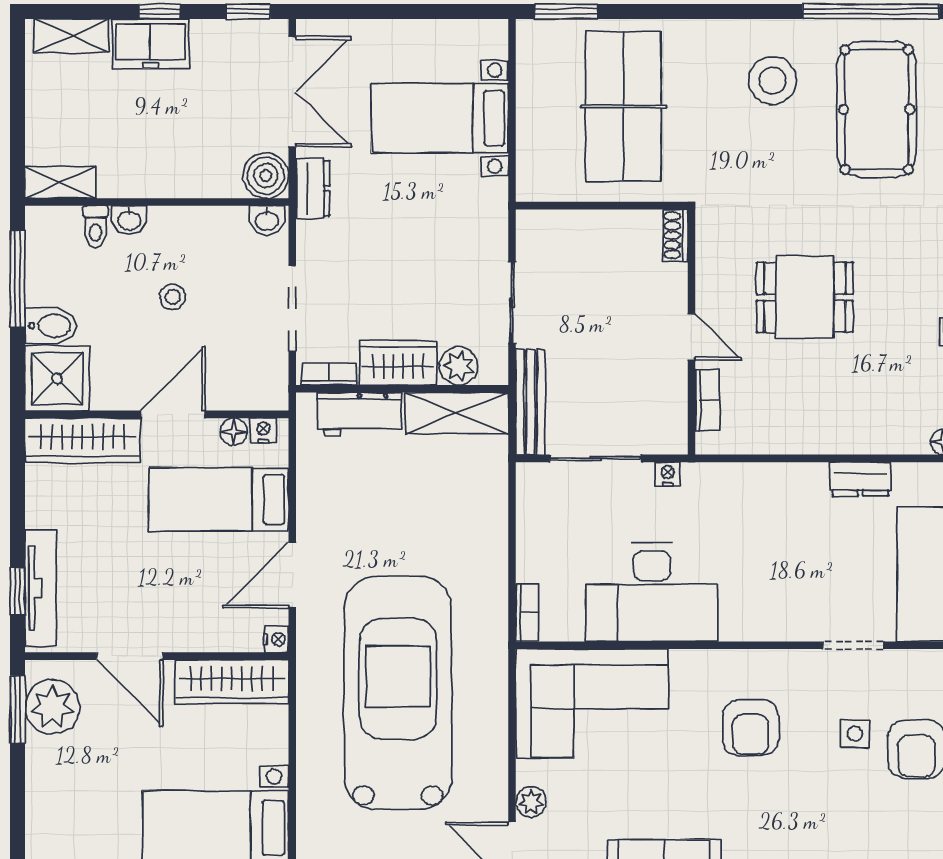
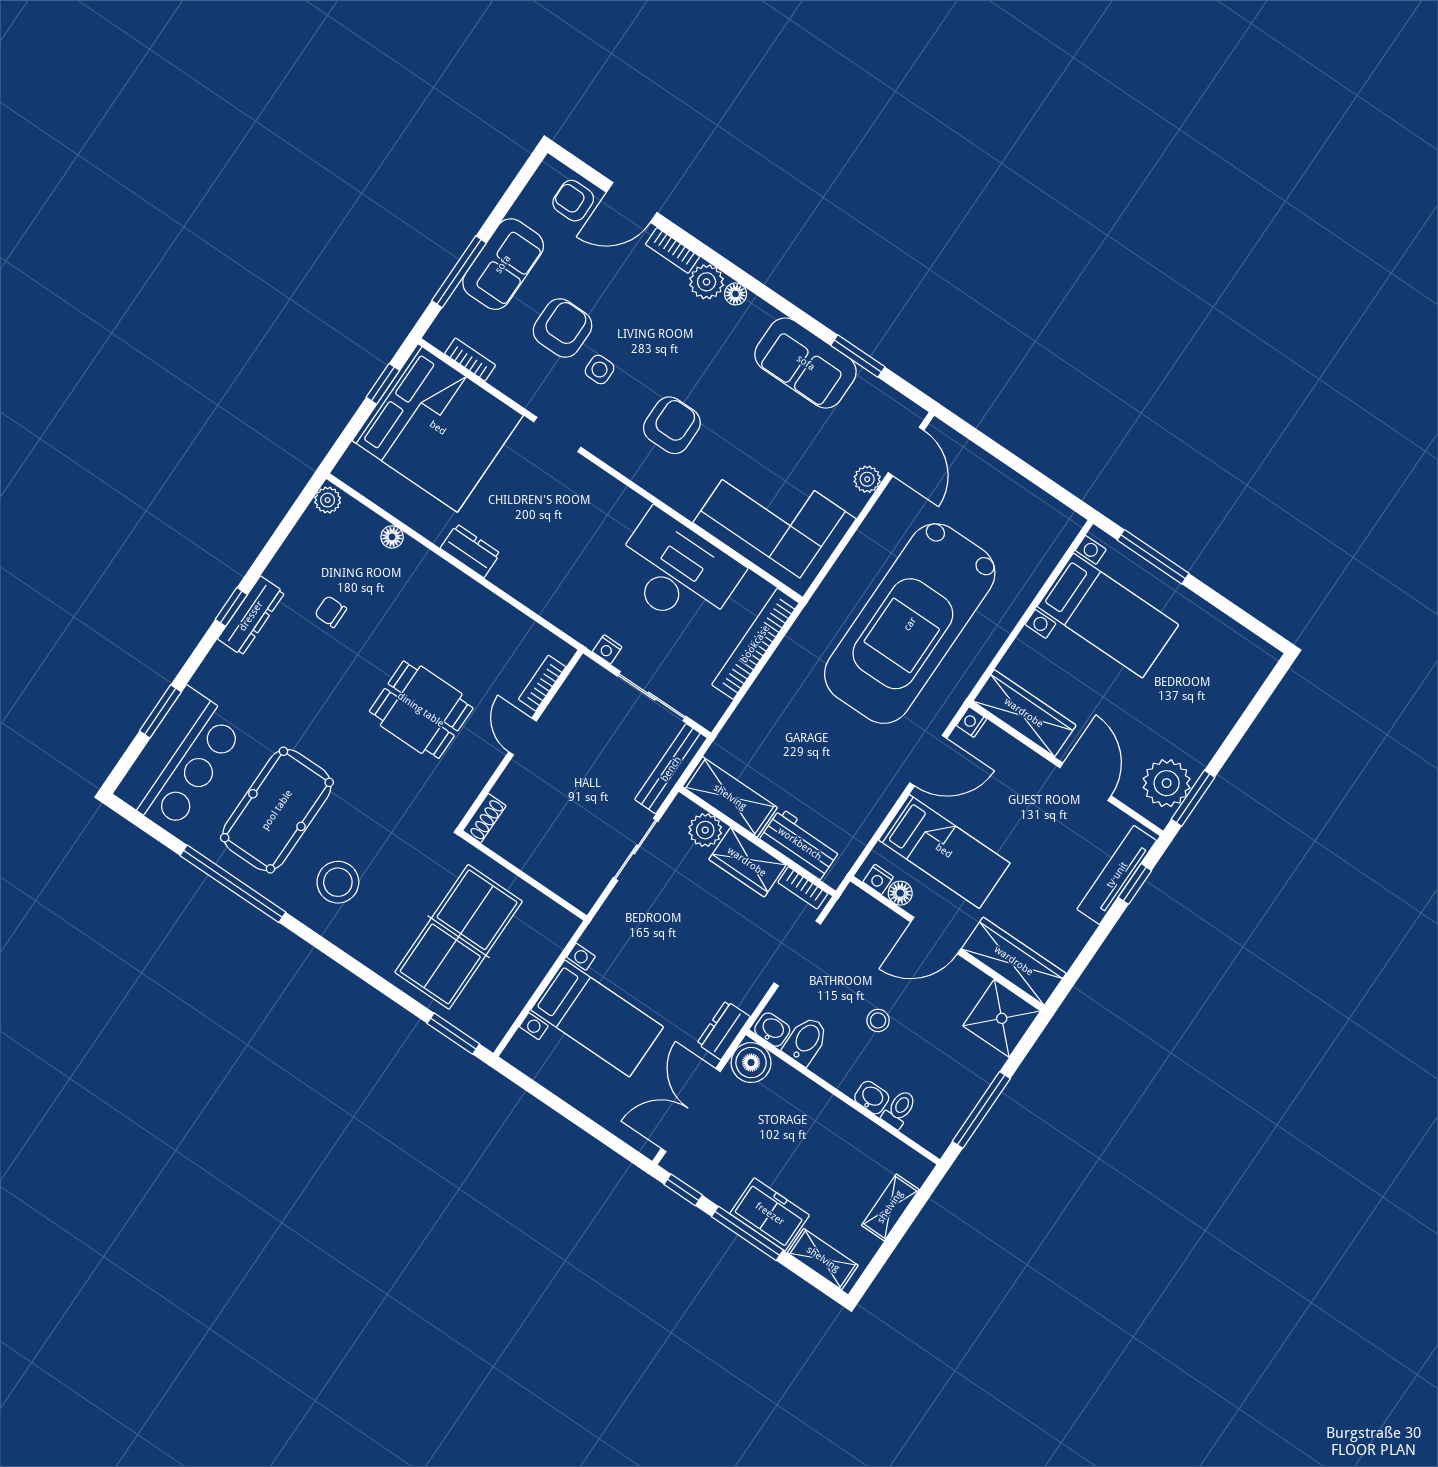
window: (159, 11) -> (747, 1233), width x2.17
shelving: (60, 182) -> (890, 1207), moved, turned 90
bidet: (51, 326) -> (806, 1041), moved, turned 90
bookcase: (527, 613) -> (755, 644), width x2.31, depth x1.31

